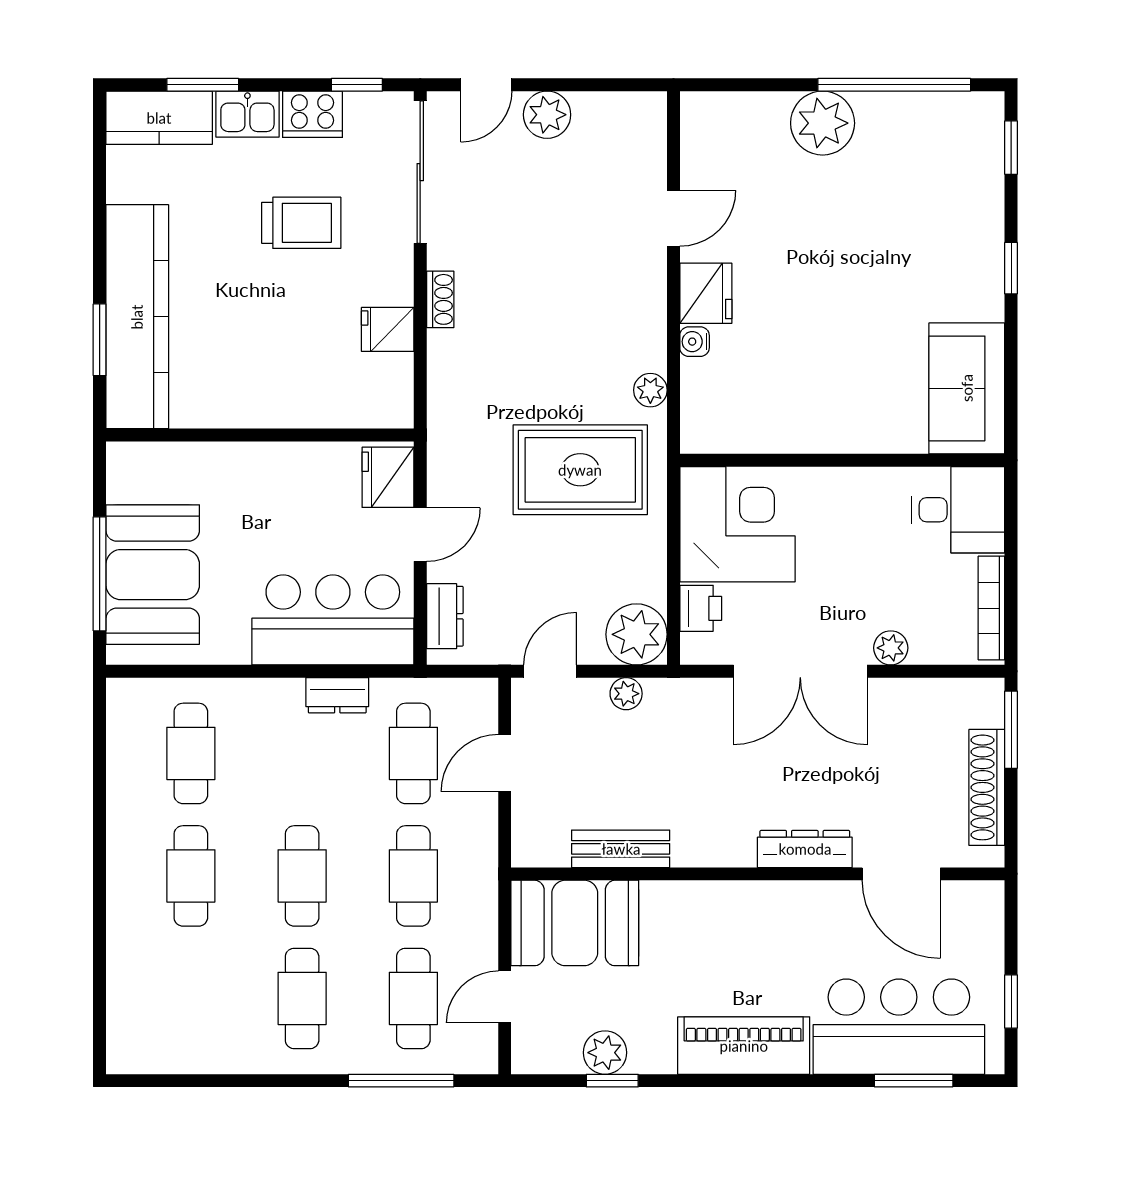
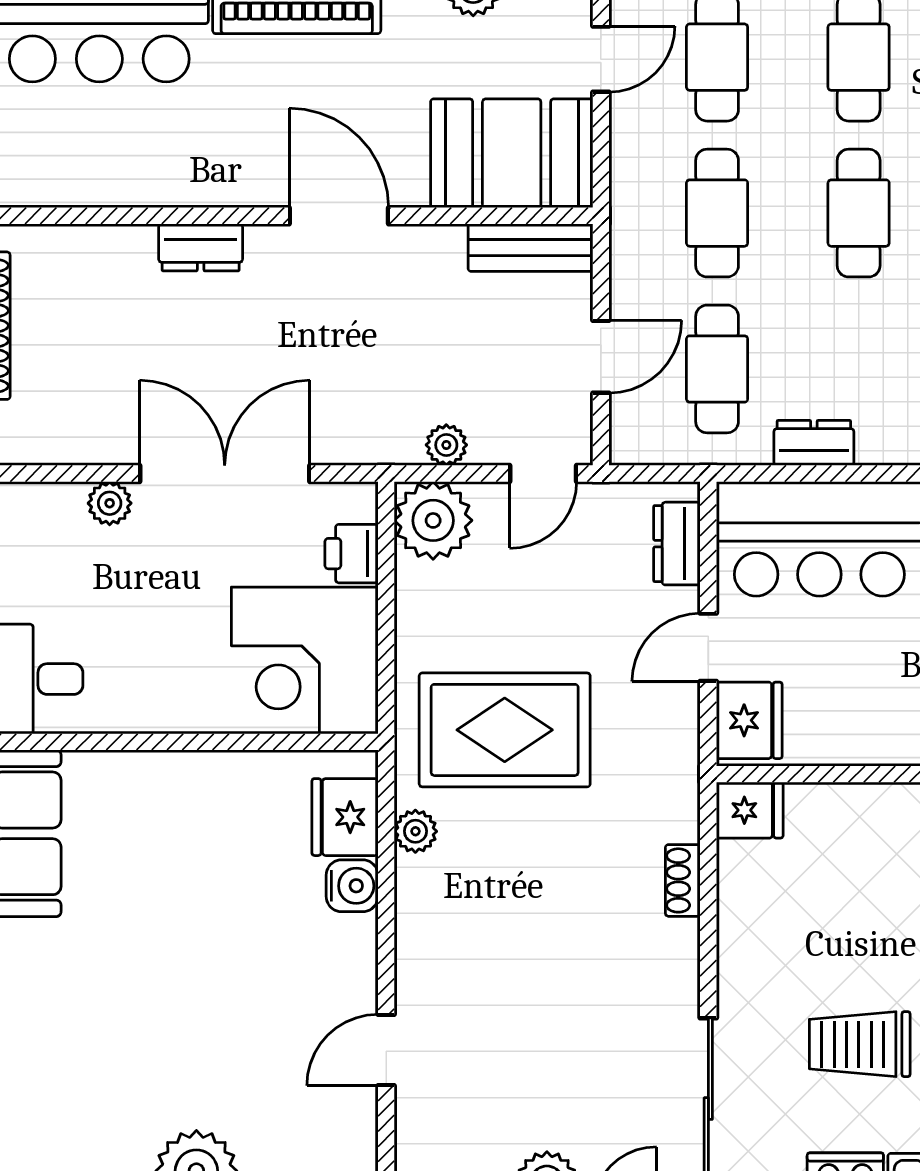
fridge: (706, 293) -> (345, 817), moved
shoe rack: (440, 299) -> (683, 880), moved
fridge: (388, 329) -> (750, 810), moved
water cooler: (695, 342) -> (352, 886), width x1.38, depth x1.38
bench: (621, 849) -> (530, 248), moved
dresser: (805, 849) -> (201, 247), width x0.70
door: (901, 874) -> (339, 216), moved

